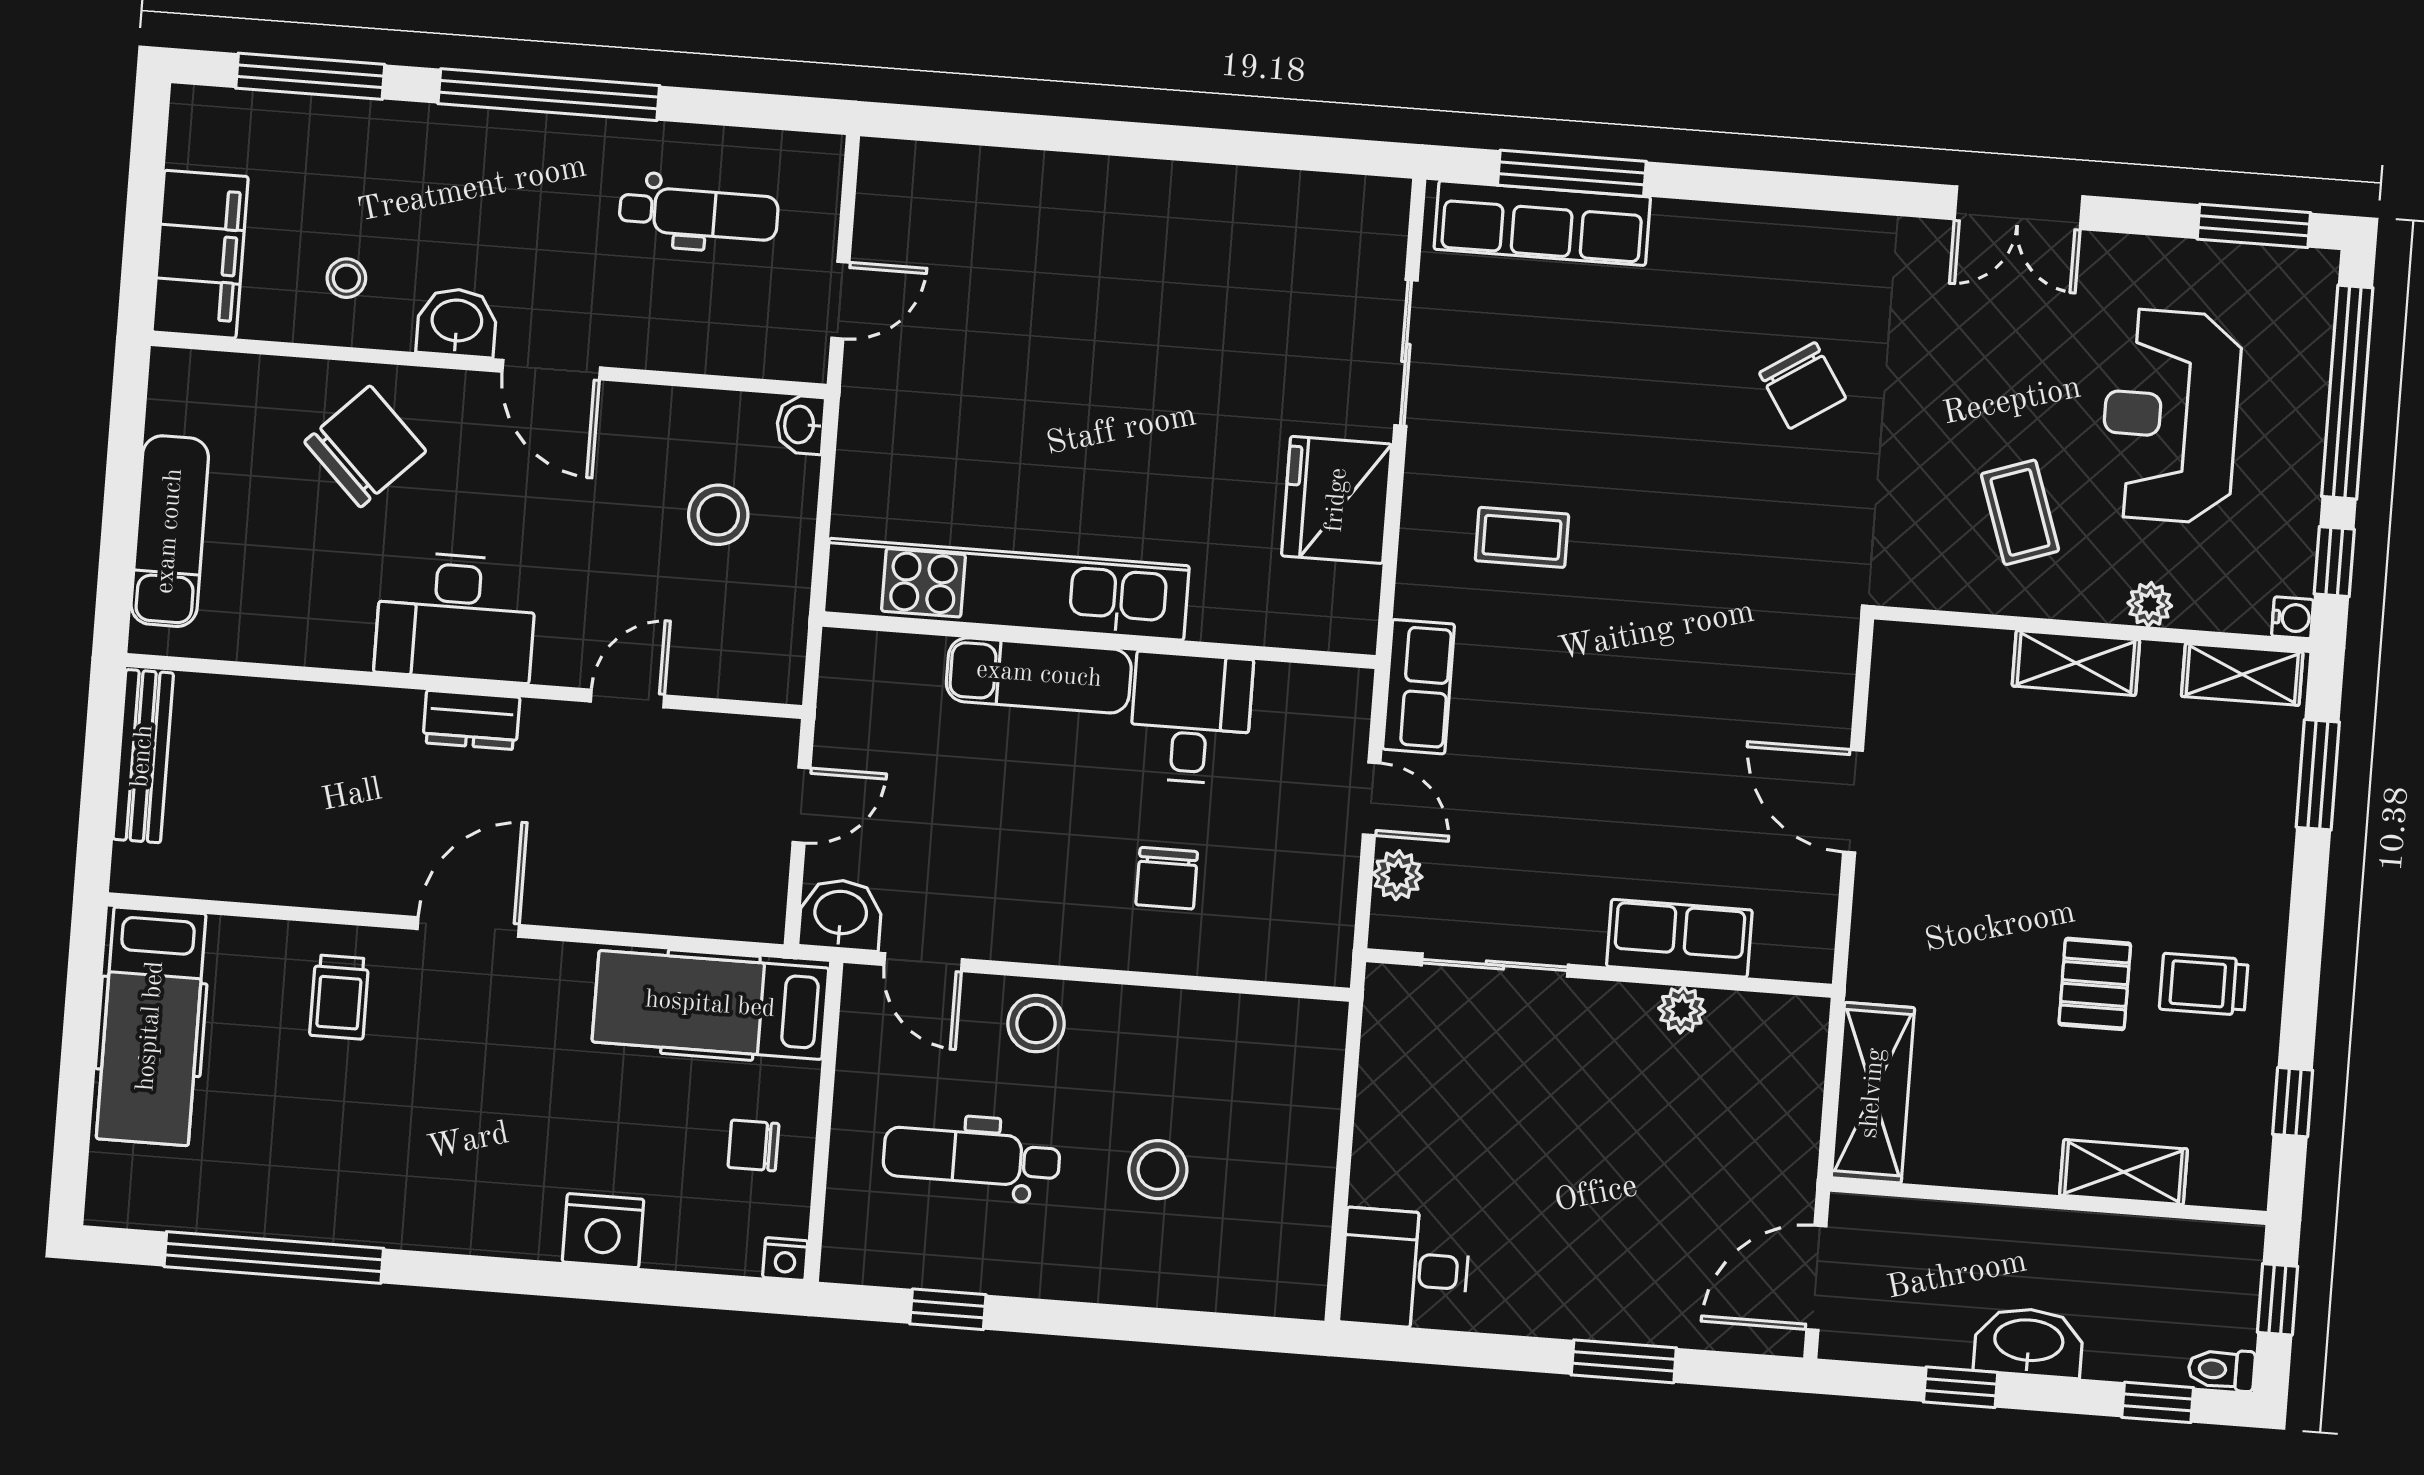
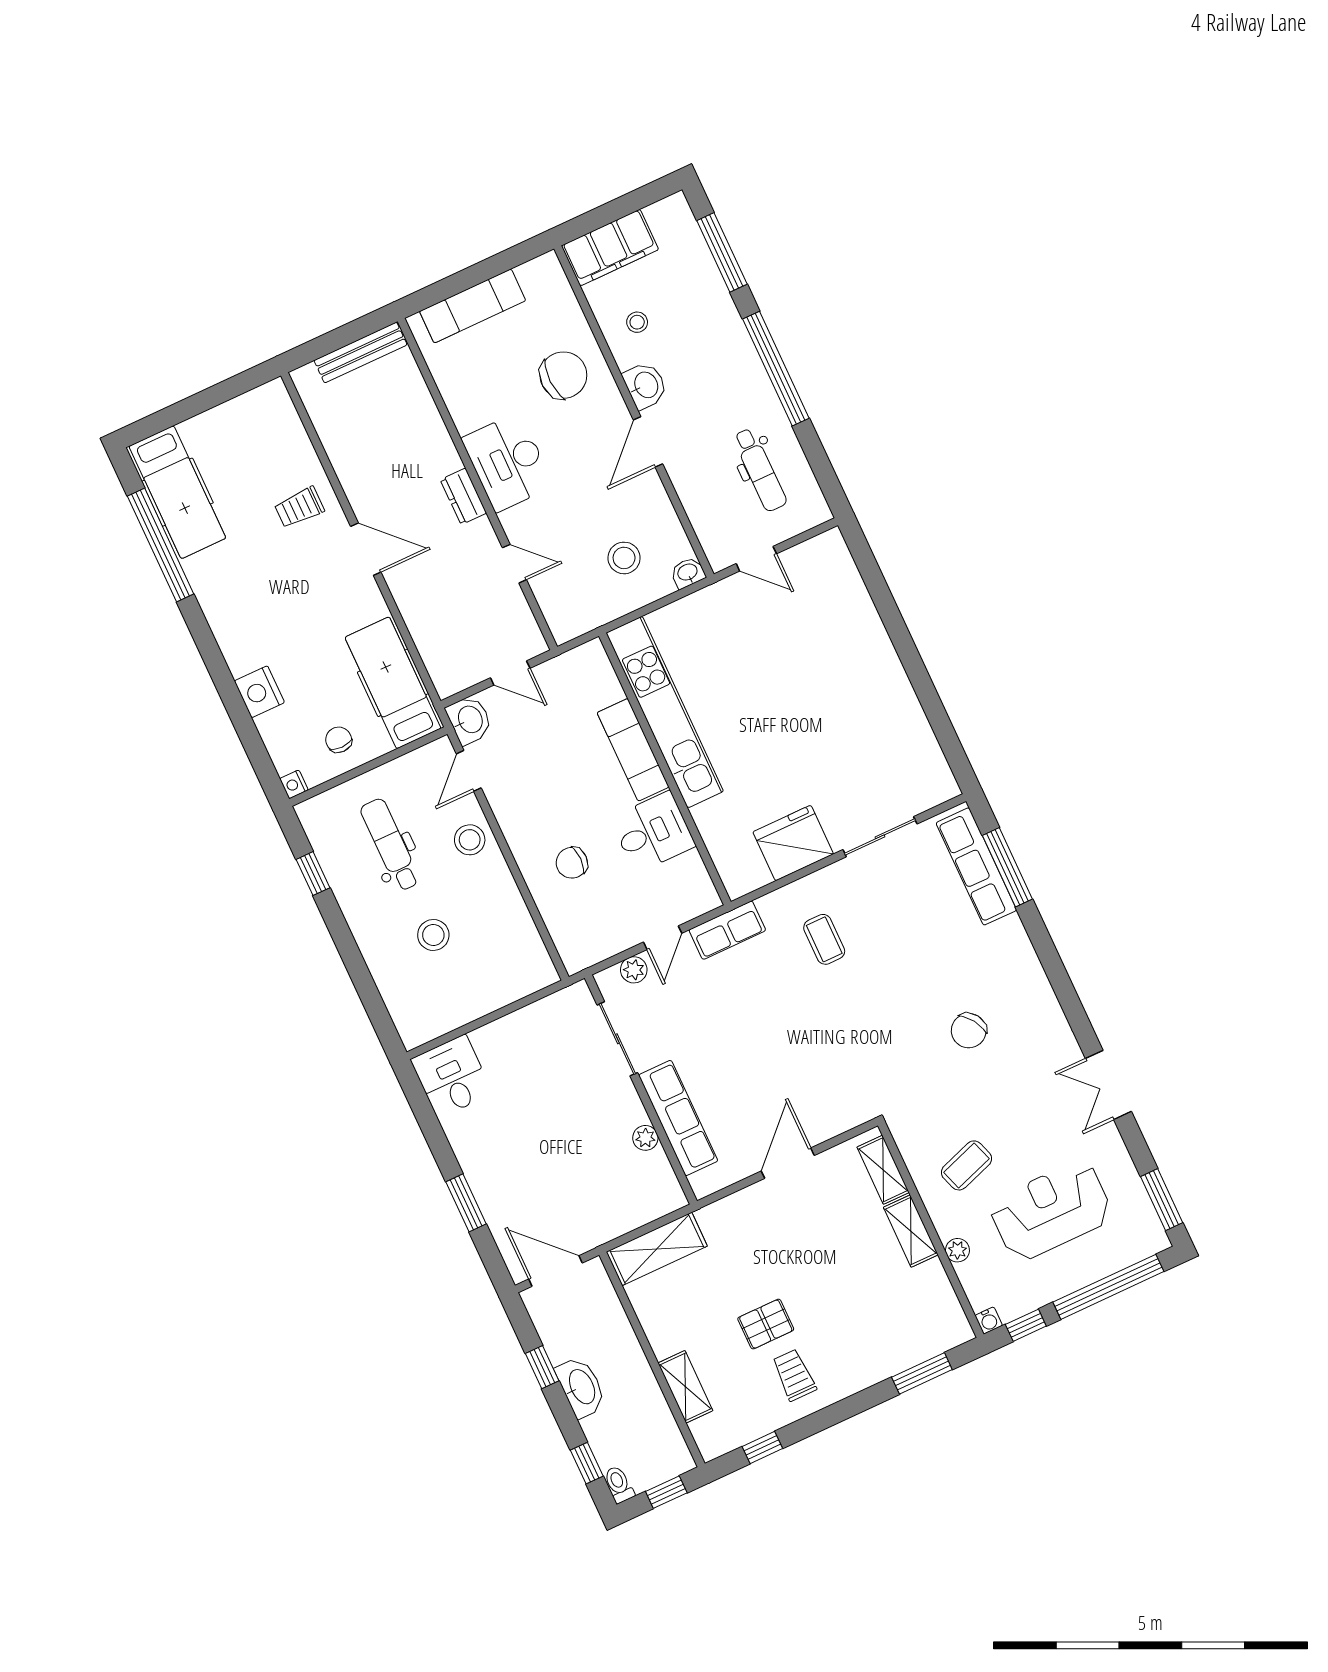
chair: (365, 446) -> (563, 375), turned -47
shelving: (2242, 674) -> (883, 1170), moved
row of seats: (1679, 938) -> (678, 1118), width x1.48
hospital bed: (151, 1026) -> (177, 492), moved, turned -90

